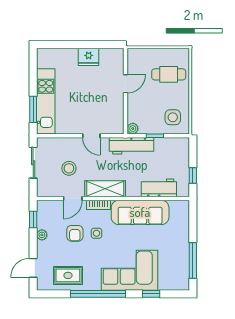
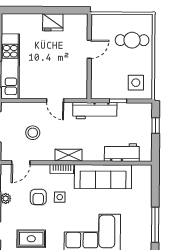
plant: (133, 129) -> (96, 94), removed
window: (193, 176) -> (156, 125), moved
shelving: (105, 189) -> (69, 155), width x0.67, depth x0.75
door: (73, 199) -> (21, 163), moved

